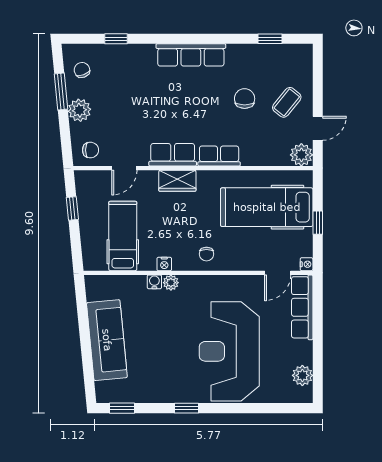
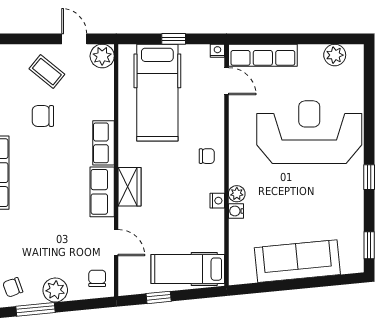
hospital bed: (123, 236) -> (188, 269), moved
reception desk: (229, 351) -> (309, 132), turned 180

